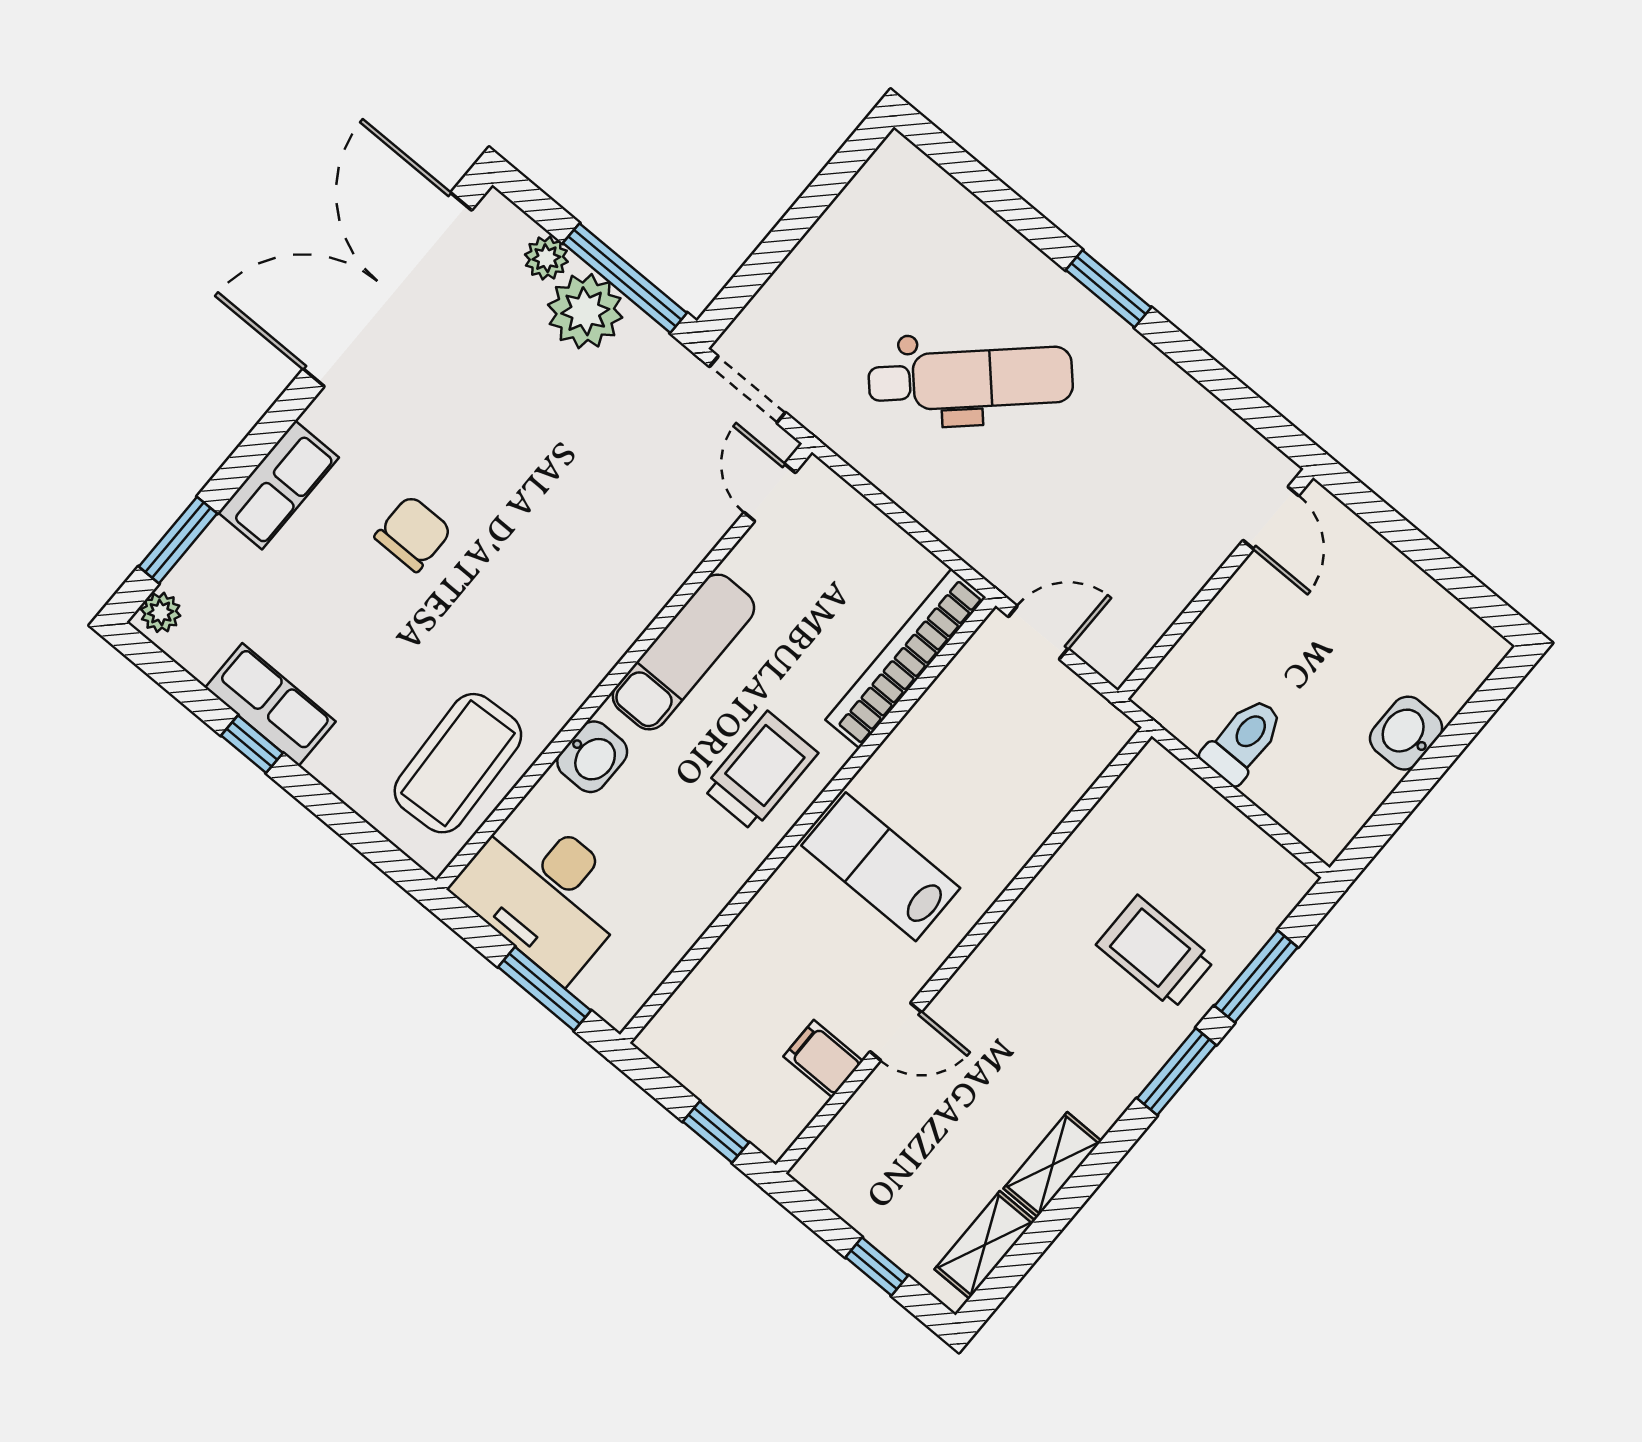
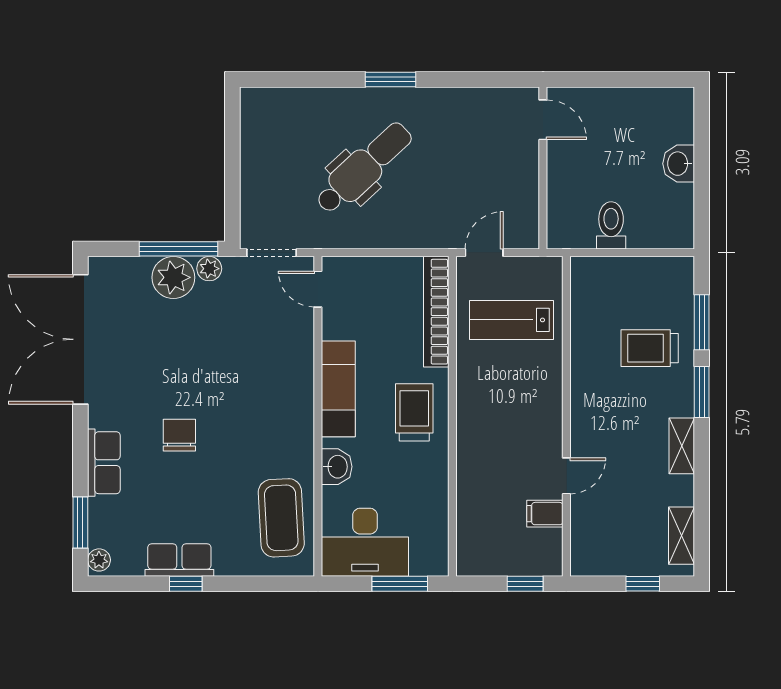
plant: (546, 258) -> (209, 269), moved
lab bench: (881, 867) -> (511, 320), moved
shelving: (1053, 1165) -> (682, 446), moved

